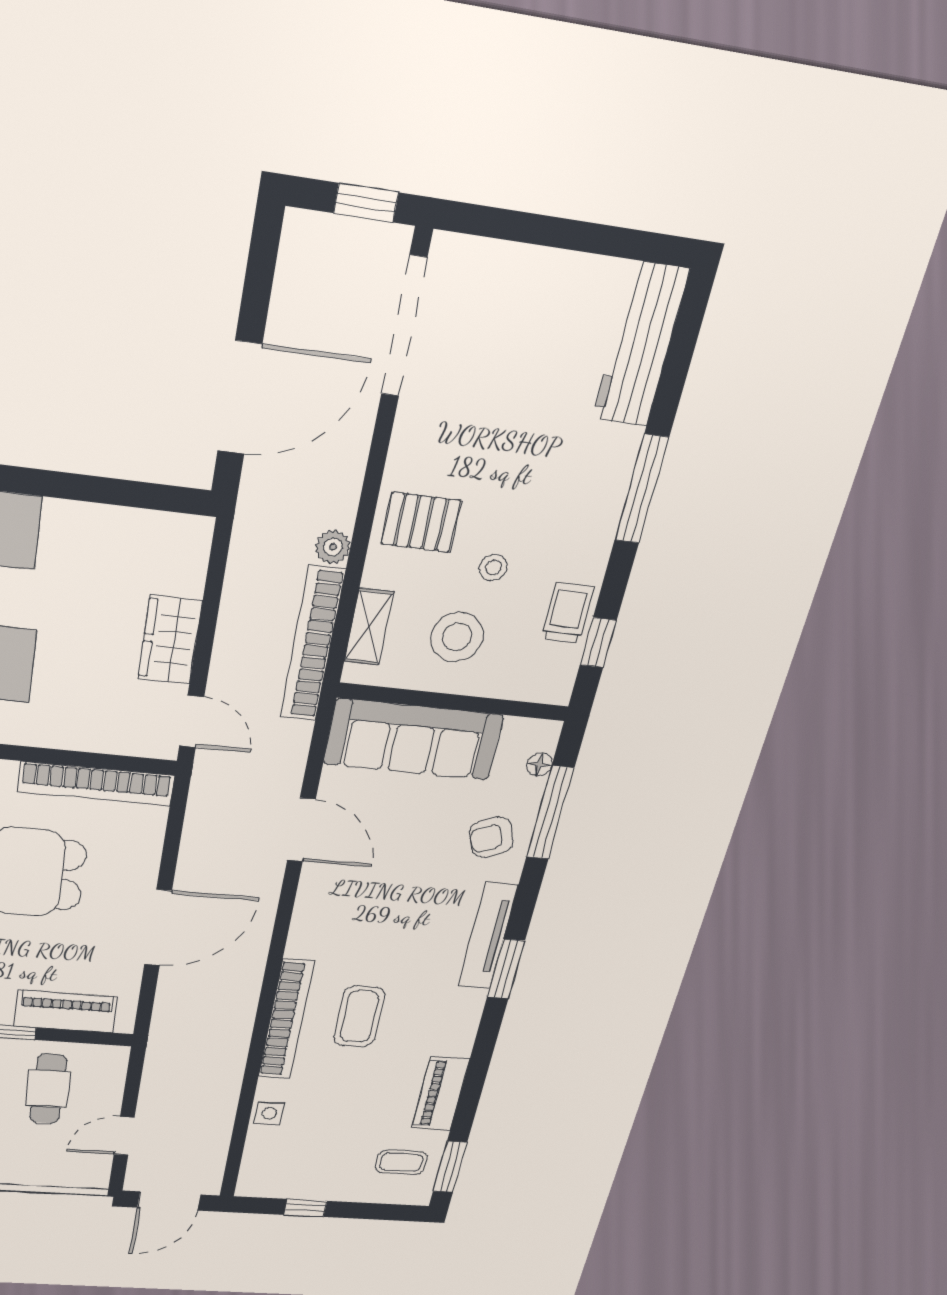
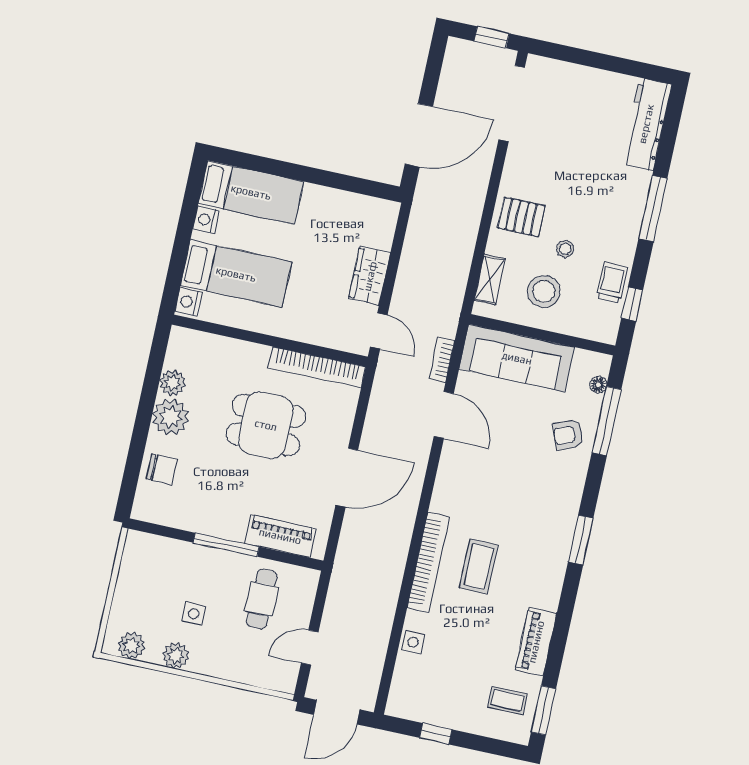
plant: (333, 547) -> (469, 227), removed
bookcase: (312, 644) -> (442, 360), moved, width x0.43, depth x0.76
tv unit: (488, 936) -> (568, 511), removed

